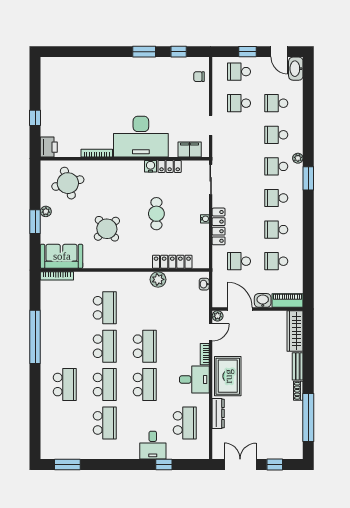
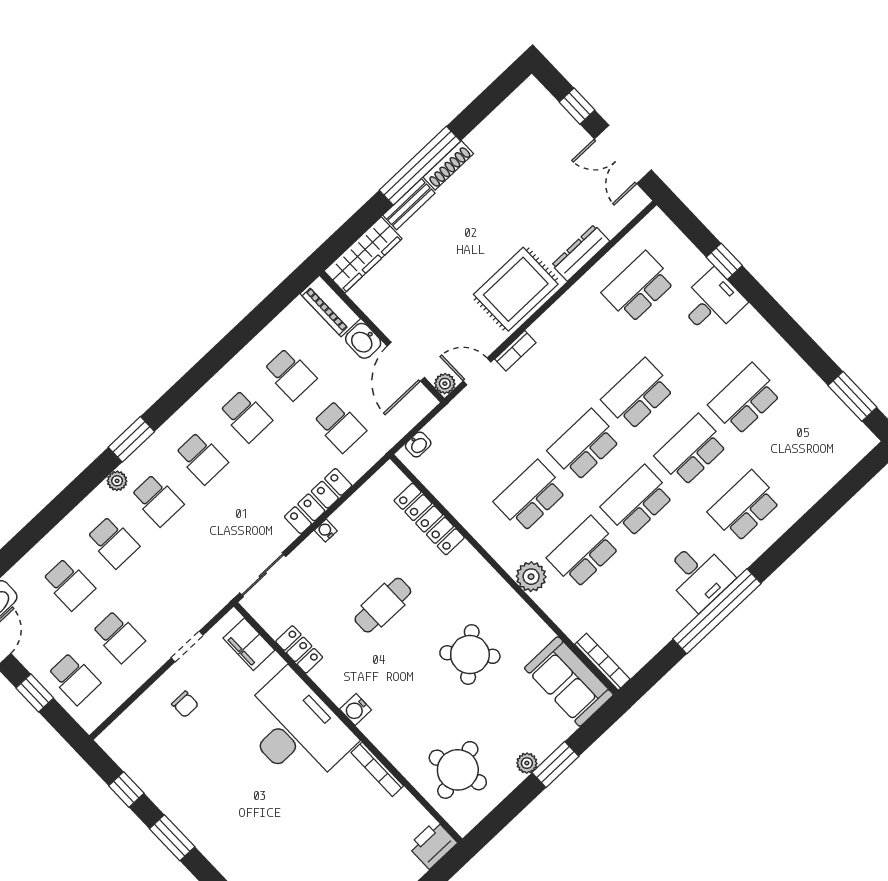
chair: (199, 77) -> (185, 704), moved
water cooler: (151, 166) -> (356, 710), moved
plant: (158, 279) -> (531, 577), moved
school desk: (145, 308) -> (530, 496), added
desk: (194, 380) -> (698, 575), moved, turned 180
shoe rack: (298, 391) -> (448, 165), width x1.43
window: (308, 417) -> (420, 166), moved

